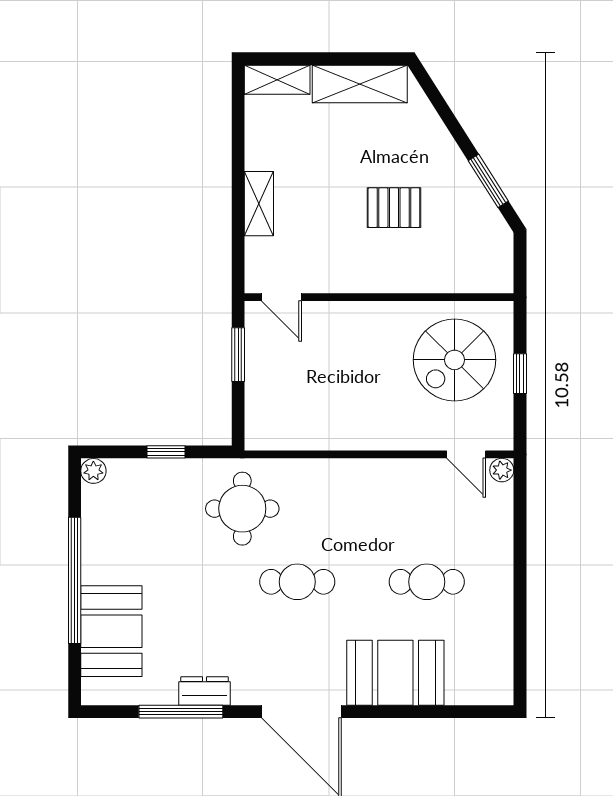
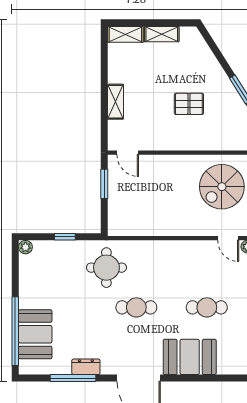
shelving: (360, 84) -> (162, 34), width x0.67, depth x0.75
window: (75, 580) -> (15, 331), moved

